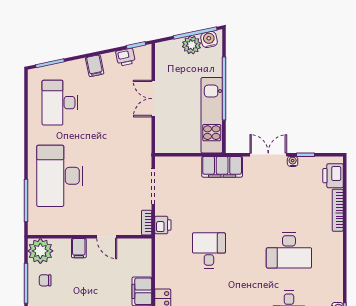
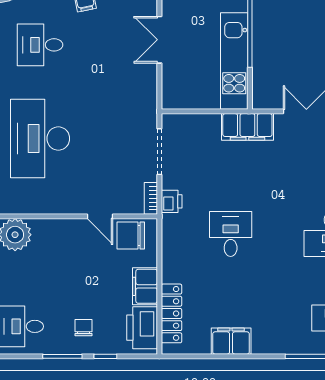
desk: (60, 103) -> (40, 45), width x0.73
filing cabinet: (79, 248) -> (64, 231), removed
chair: (45, 280) -> (131, 235), moved, width x1.87, depth x1.87

